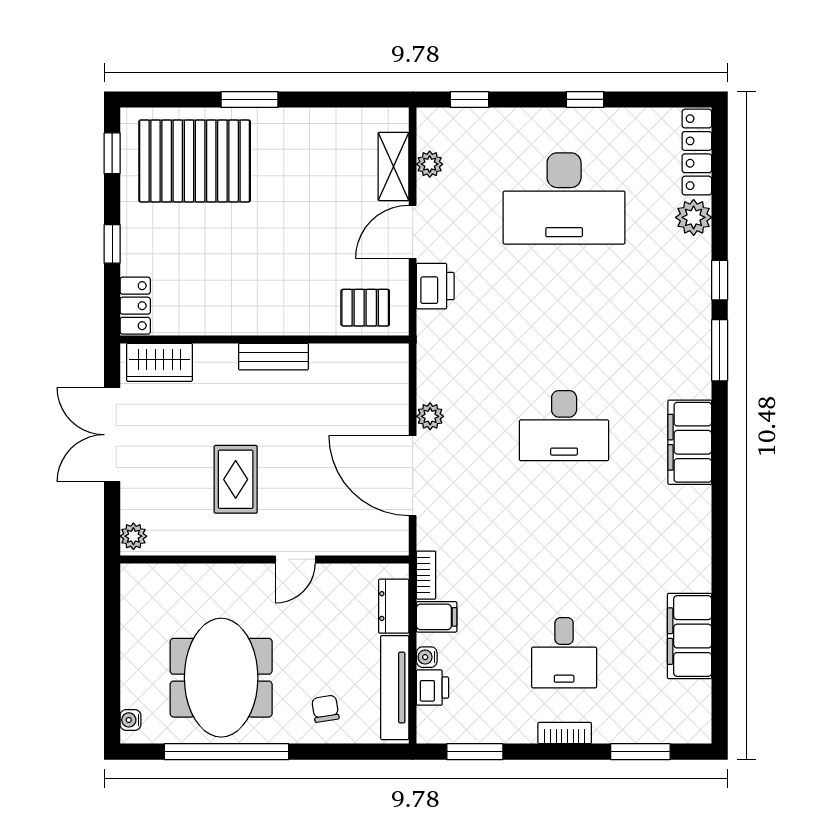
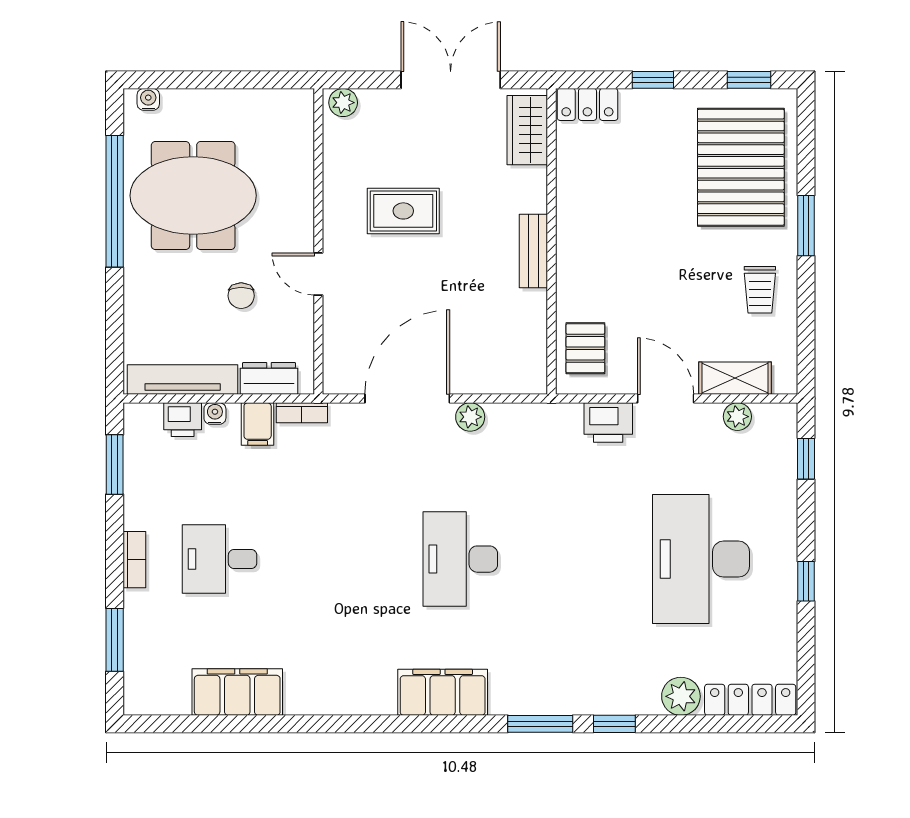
trolley: (310, 143) -> (760, 290), added
chair: (325, 709) -> (241, 296), moved, turned 99

